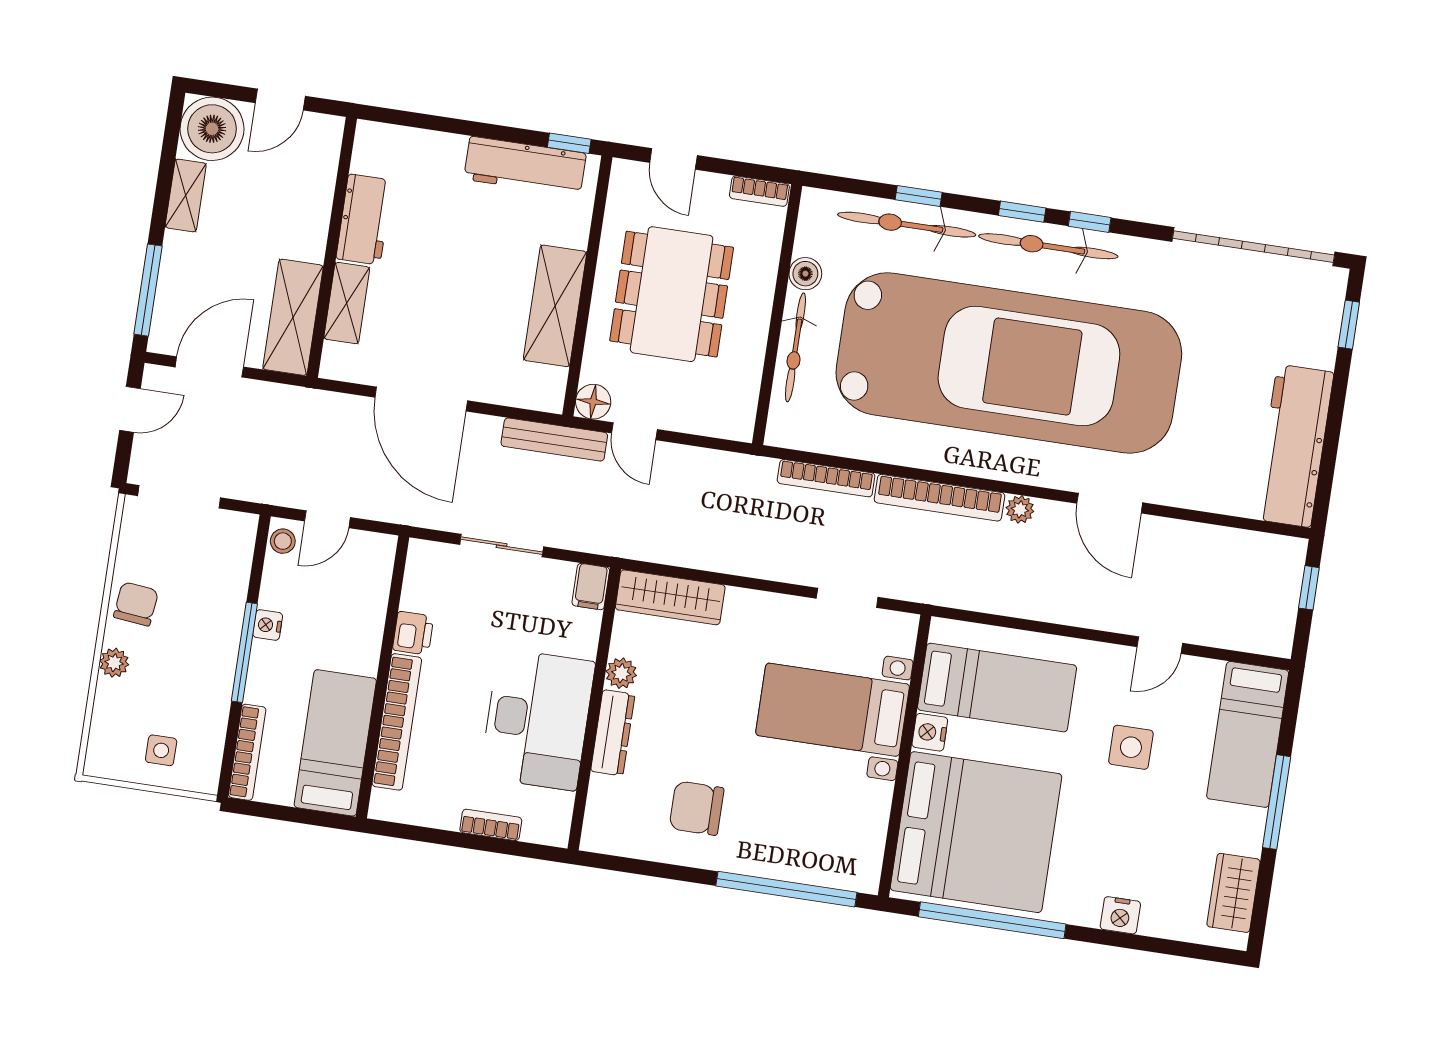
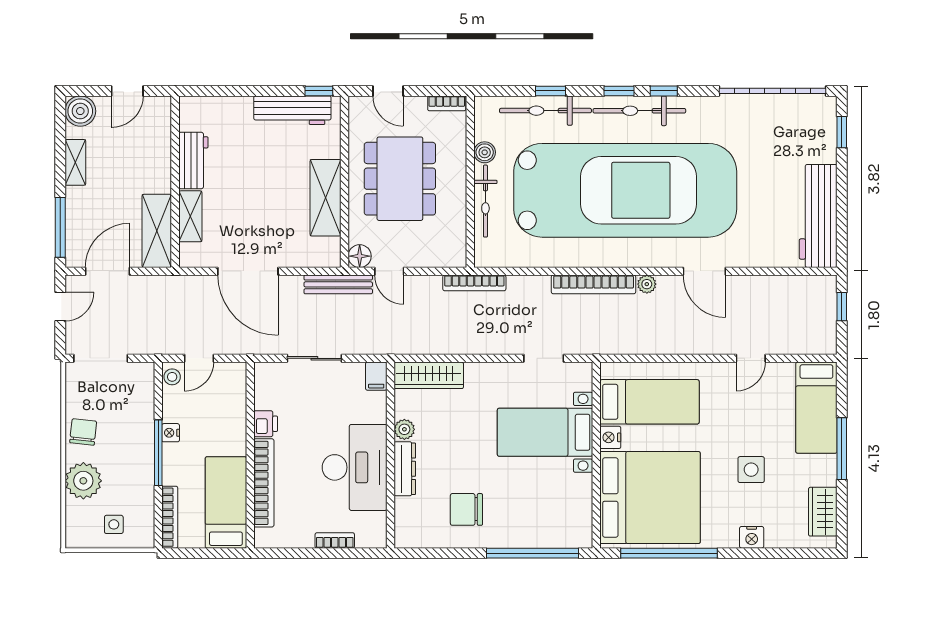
boiler: (212, 129) -> (80, 111), width x0.73, depth x0.73
bookcase: (826, 478) -> (474, 283), moved
plant: (114, 663) -> (83, 481), width x1.88, depth x1.88
side table: (1131, 747) -> (751, 470), moved

